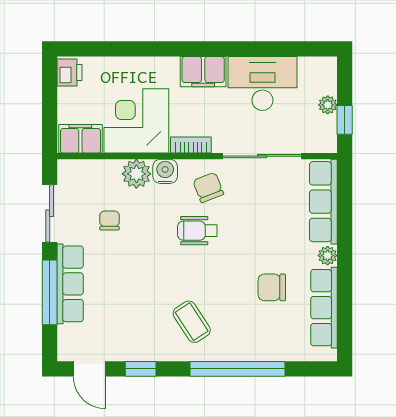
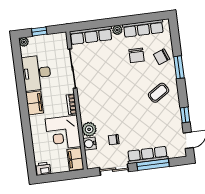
plant: (328, 105) -> (24, 42), moved
window: (345, 120) -> (39, 31), moved
water cooler: (165, 171) -> (90, 144), moved
chair: (208, 187) -> (162, 57), moved
wheelchair: (197, 231) -> (113, 96), removed
window: (238, 369) -> (179, 67), width x0.47

